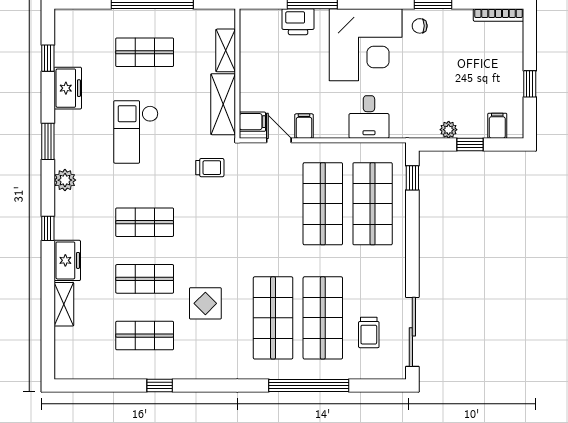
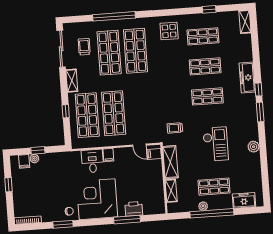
plant: (168, 17) -> (203, 206), added
window: (48, 58) -> (265, 180), removed
freezer: (68, 88) -> (244, 200), moved, turned 90
filing cabinet: (304, 126) -> (108, 155), moved
plant: (449, 130) -> (34, 159), moved
window: (48, 141) -> (260, 112), moved
window: (412, 178) -> (66, 111), moved
plant: (65, 180) -> (254, 147), moved
freezer: (67, 260) -> (247, 78), width x1.40
shelving: (397, 271) -> (72, 81), added
display table: (205, 303) -> (169, 31), moved
shelving: (64, 304) -> (245, 22), moved
window: (160, 385) -> (209, 9), moved

